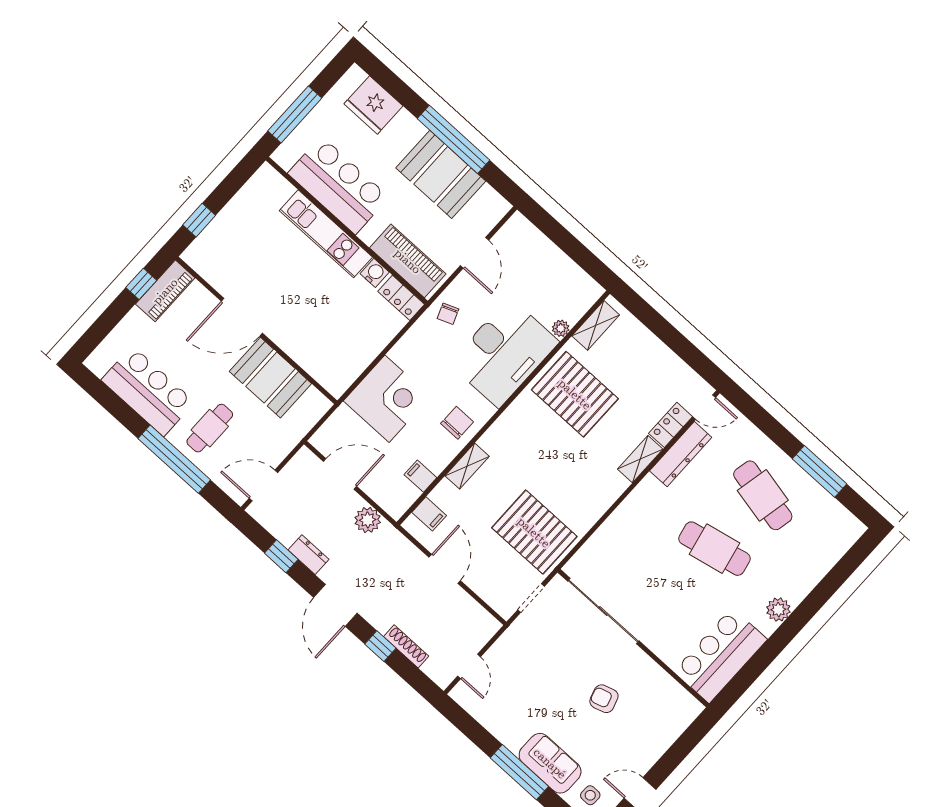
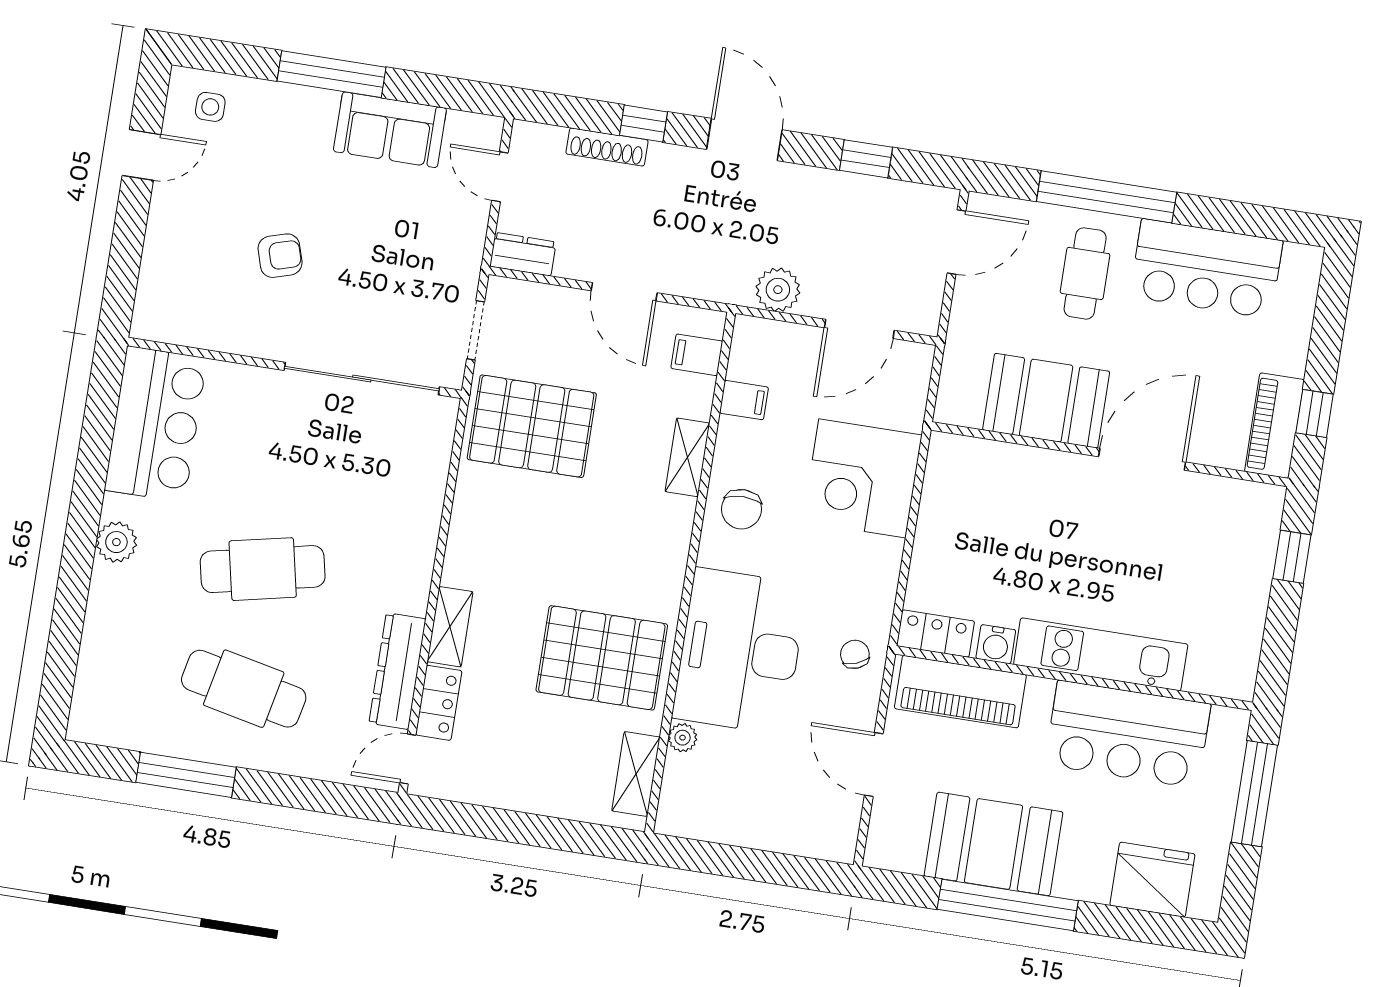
dresser: (309, 555) -> (523, 254), moved, turned 180
sofa: (550, 763) -> (390, 130), moved

